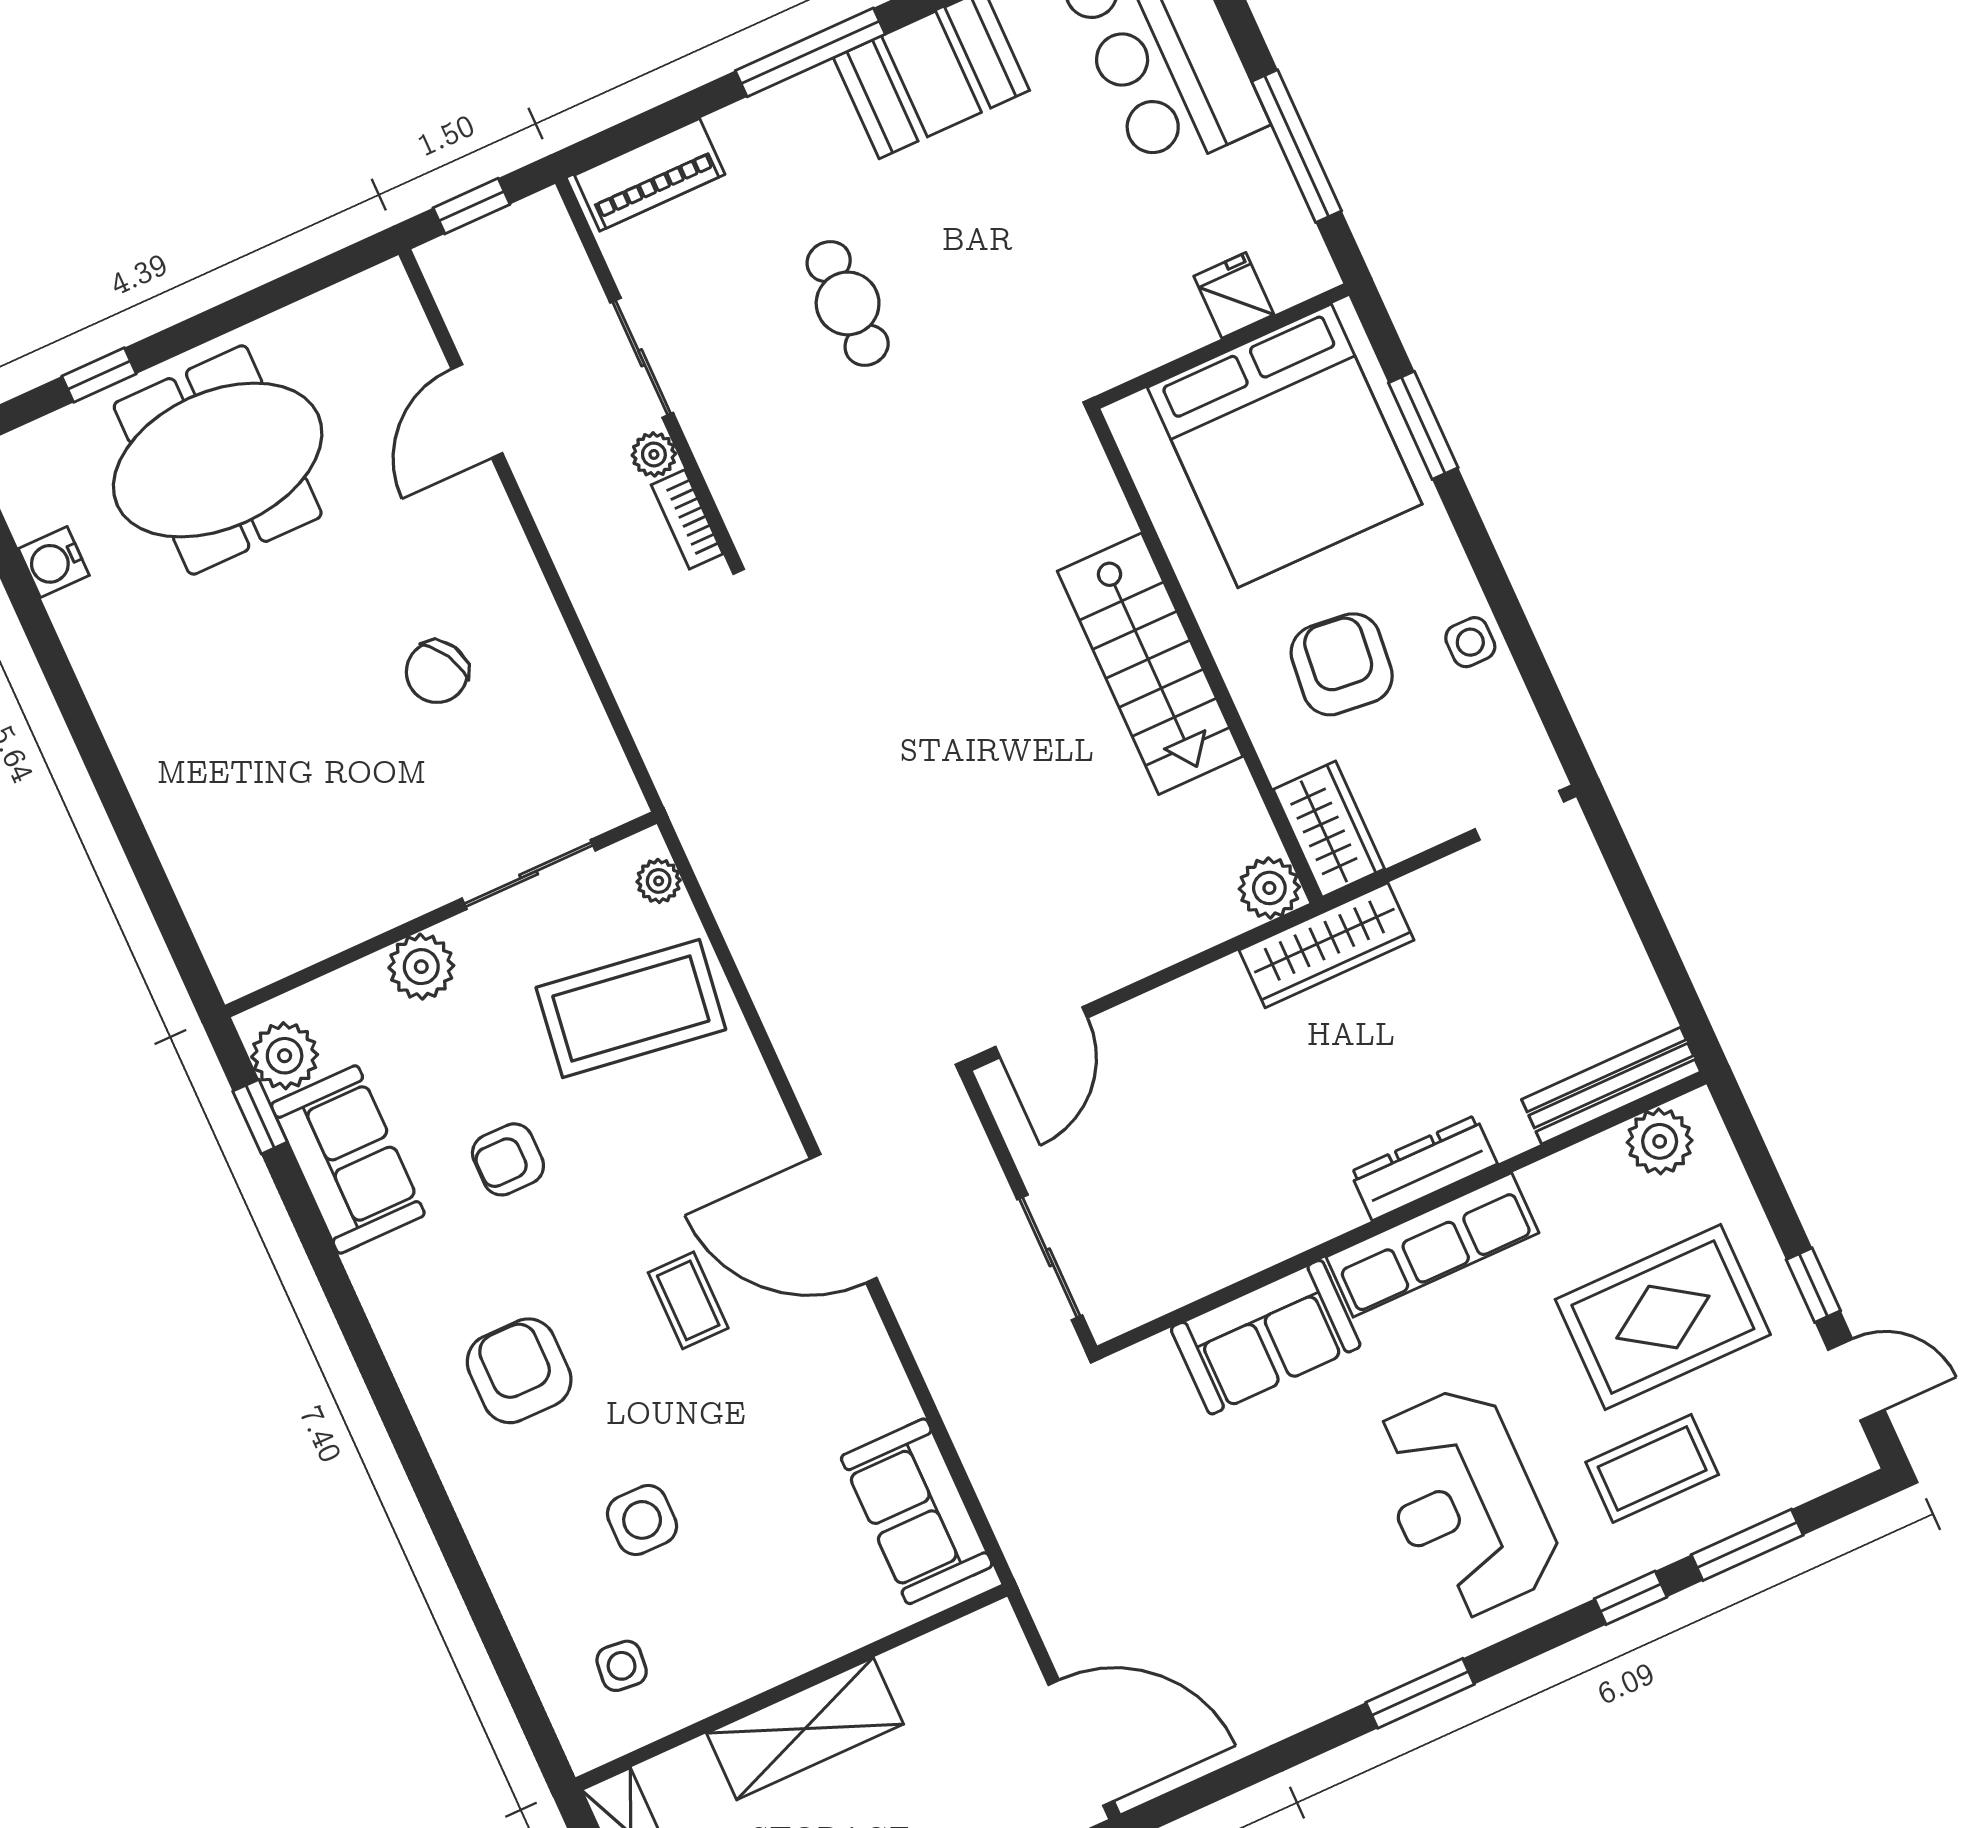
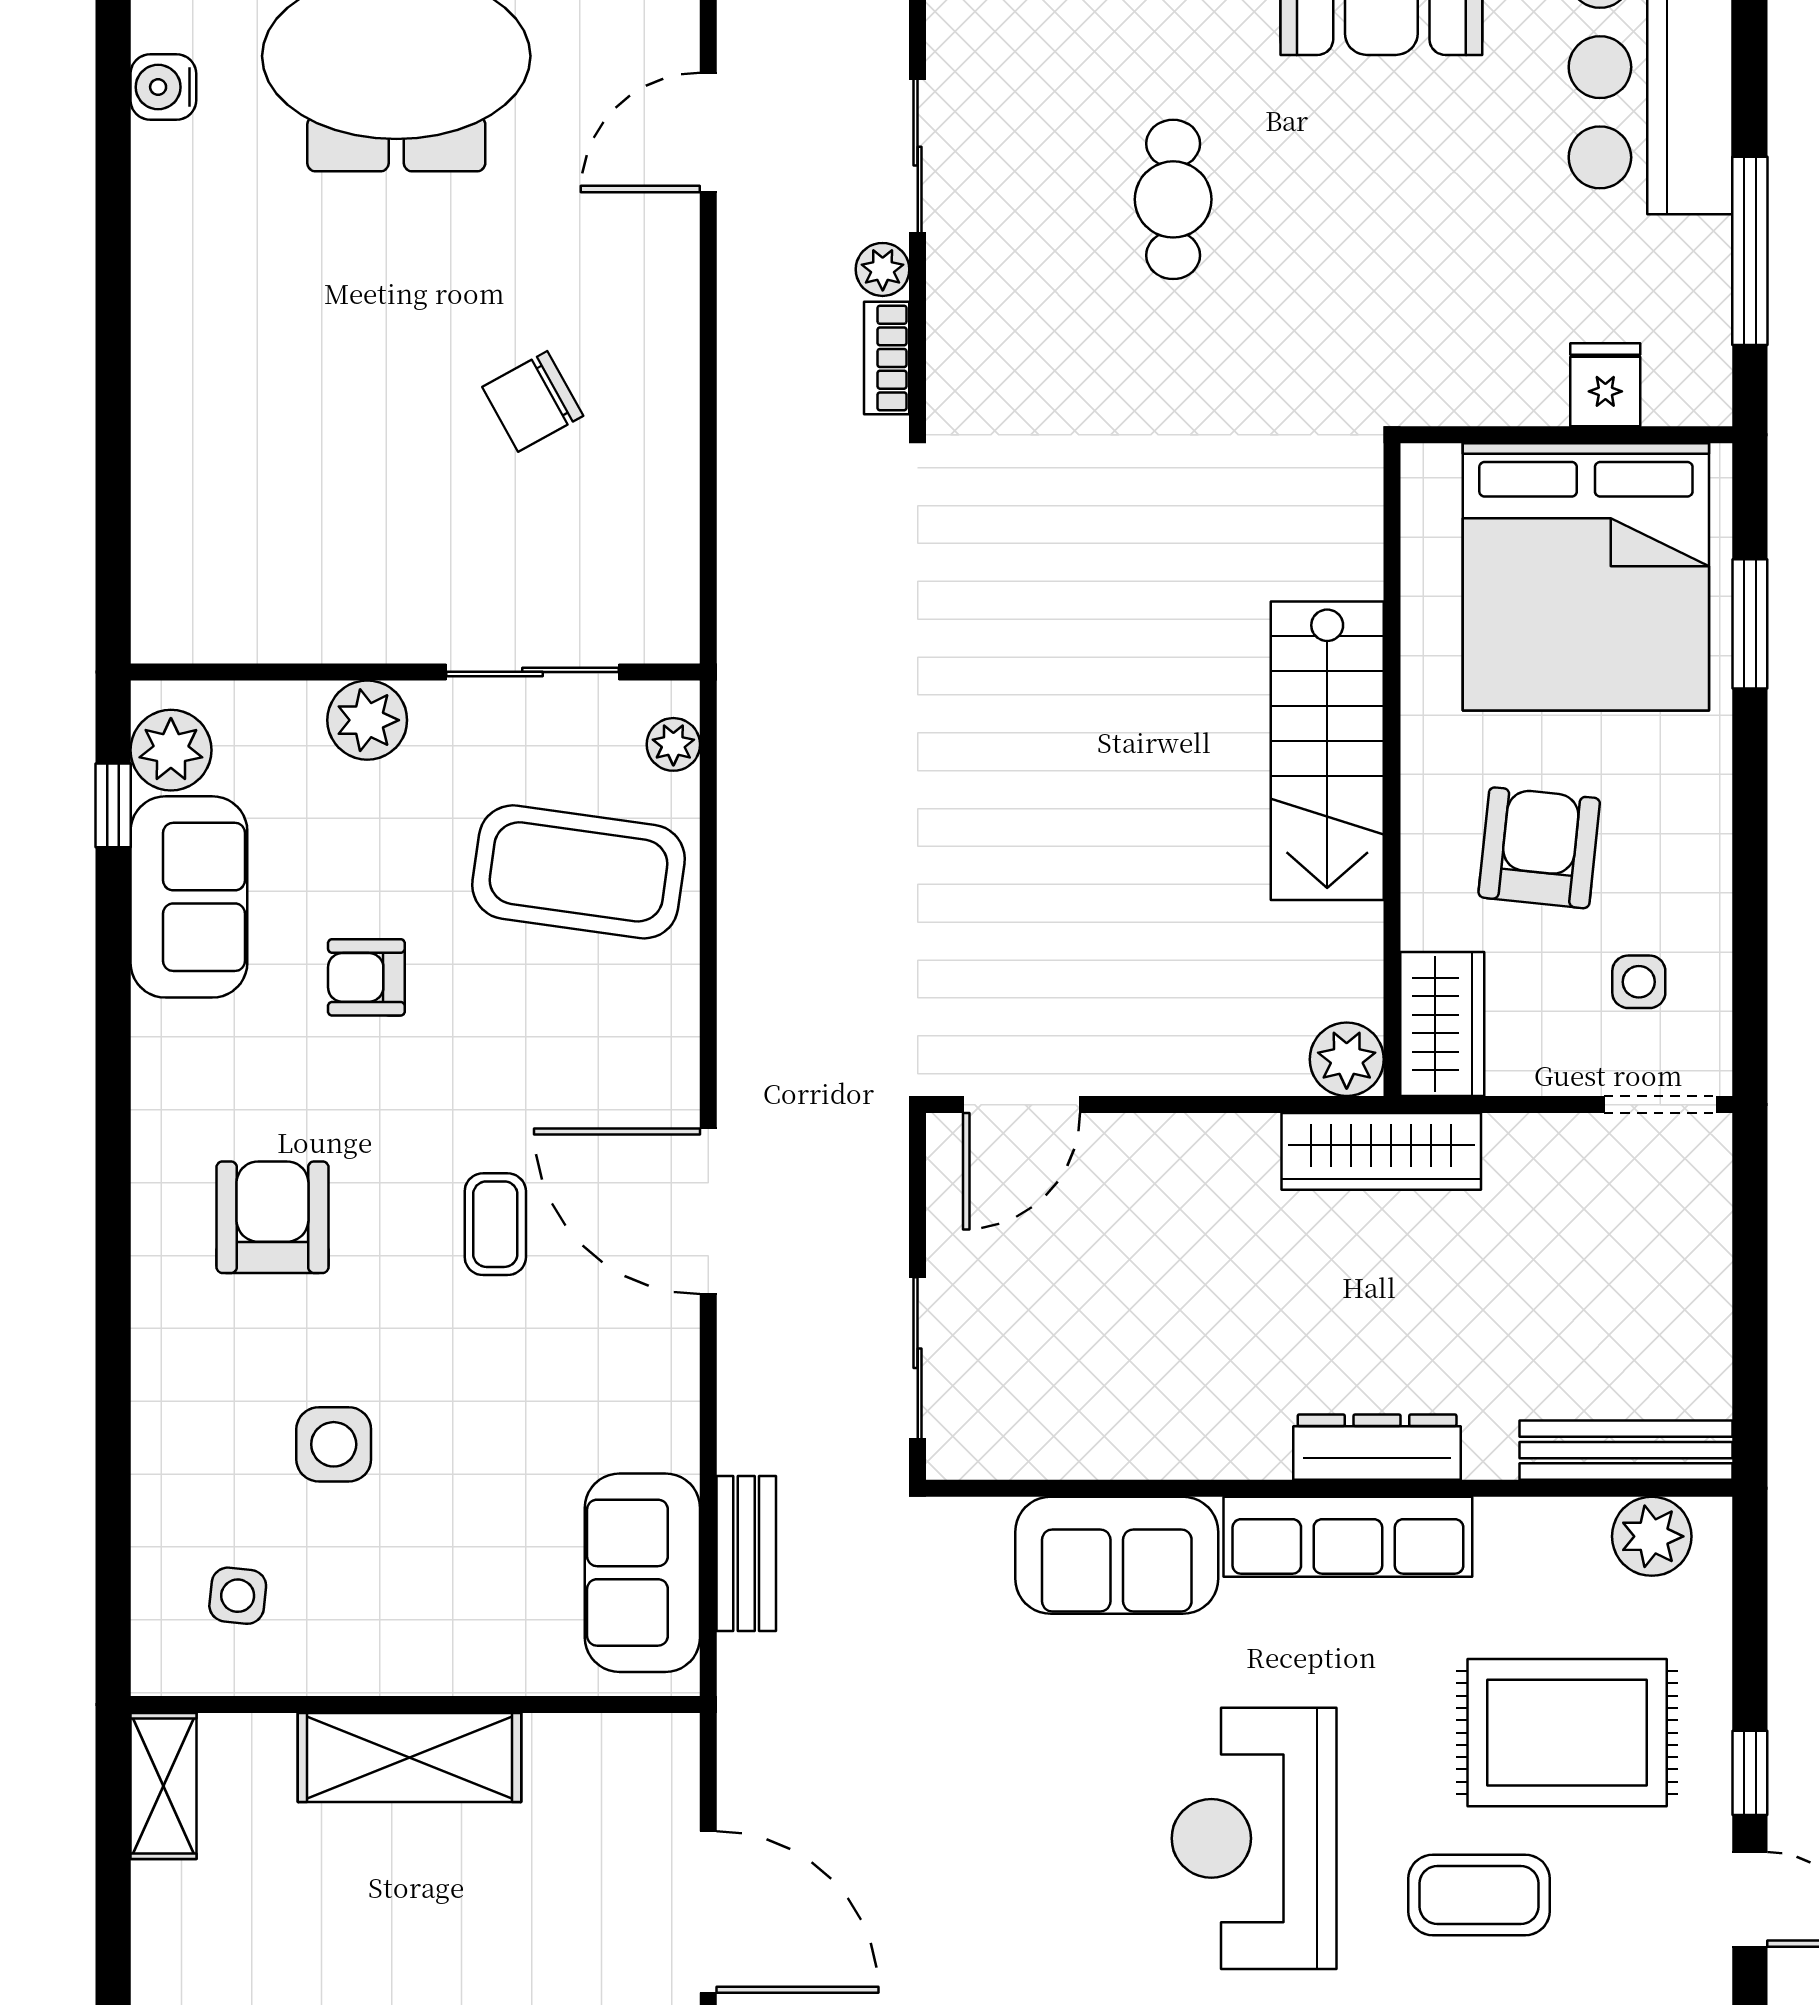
side table: (1470, 642) -> (1639, 982), moved
bench: (988, 1462) -> (746, 1553), added

